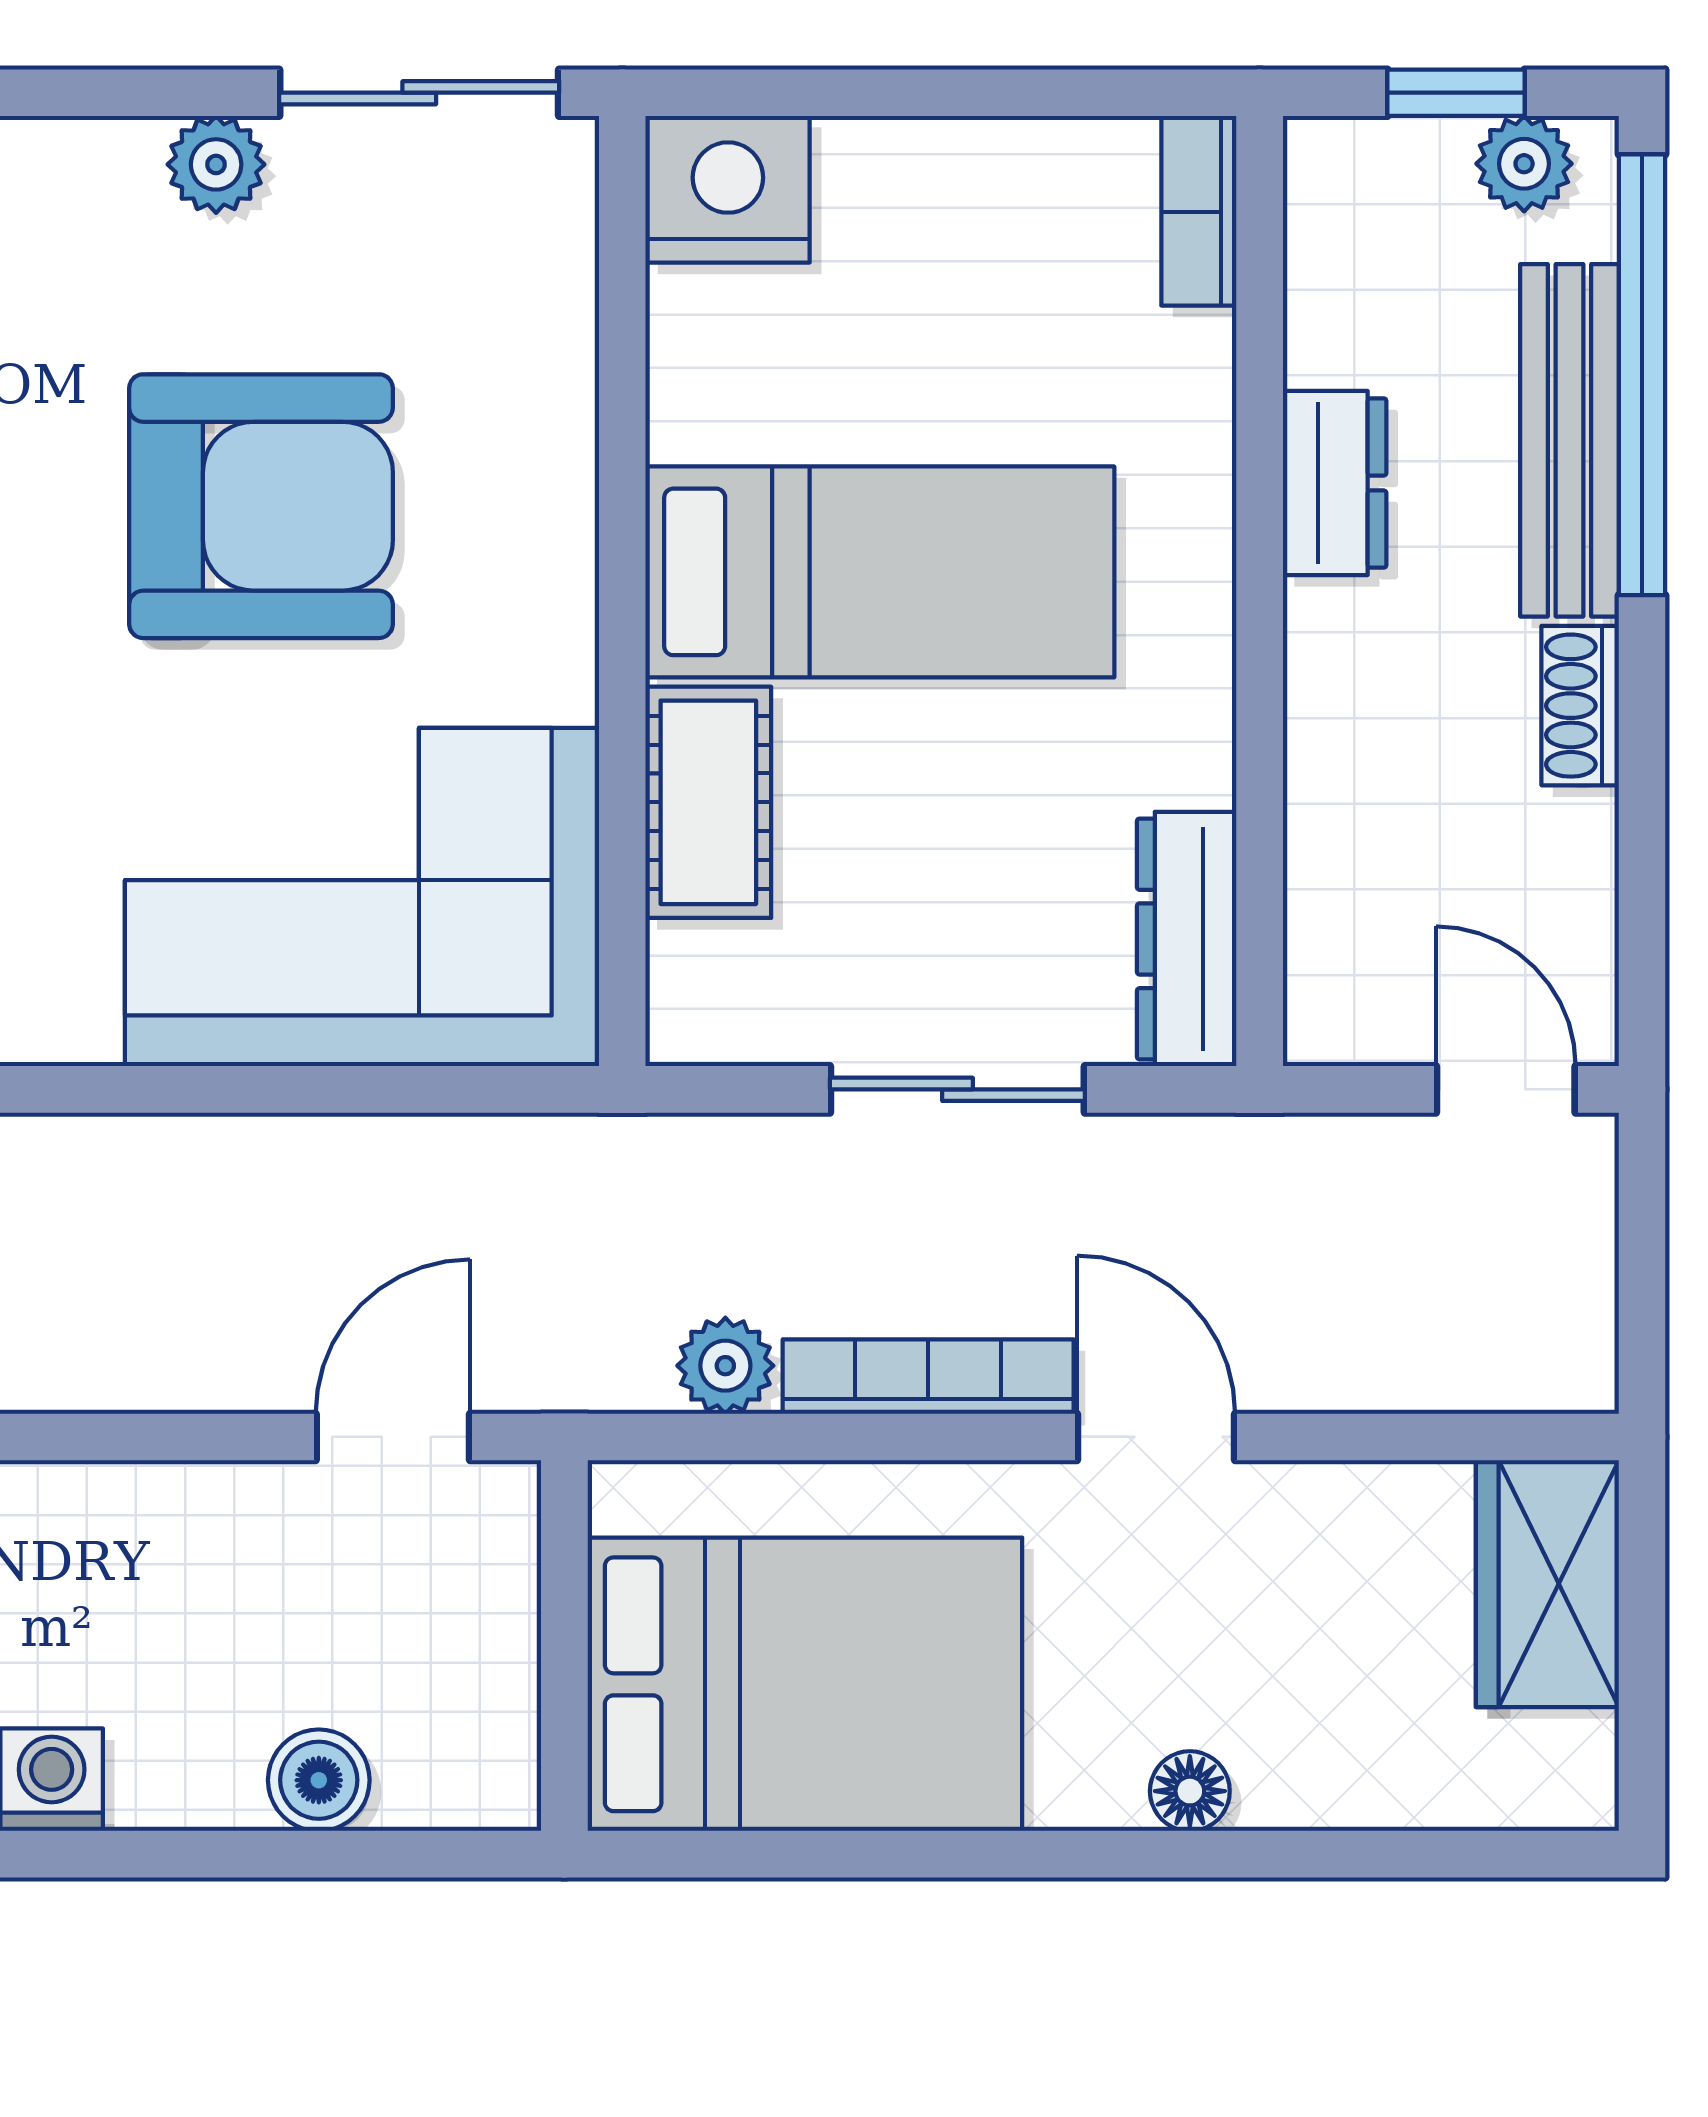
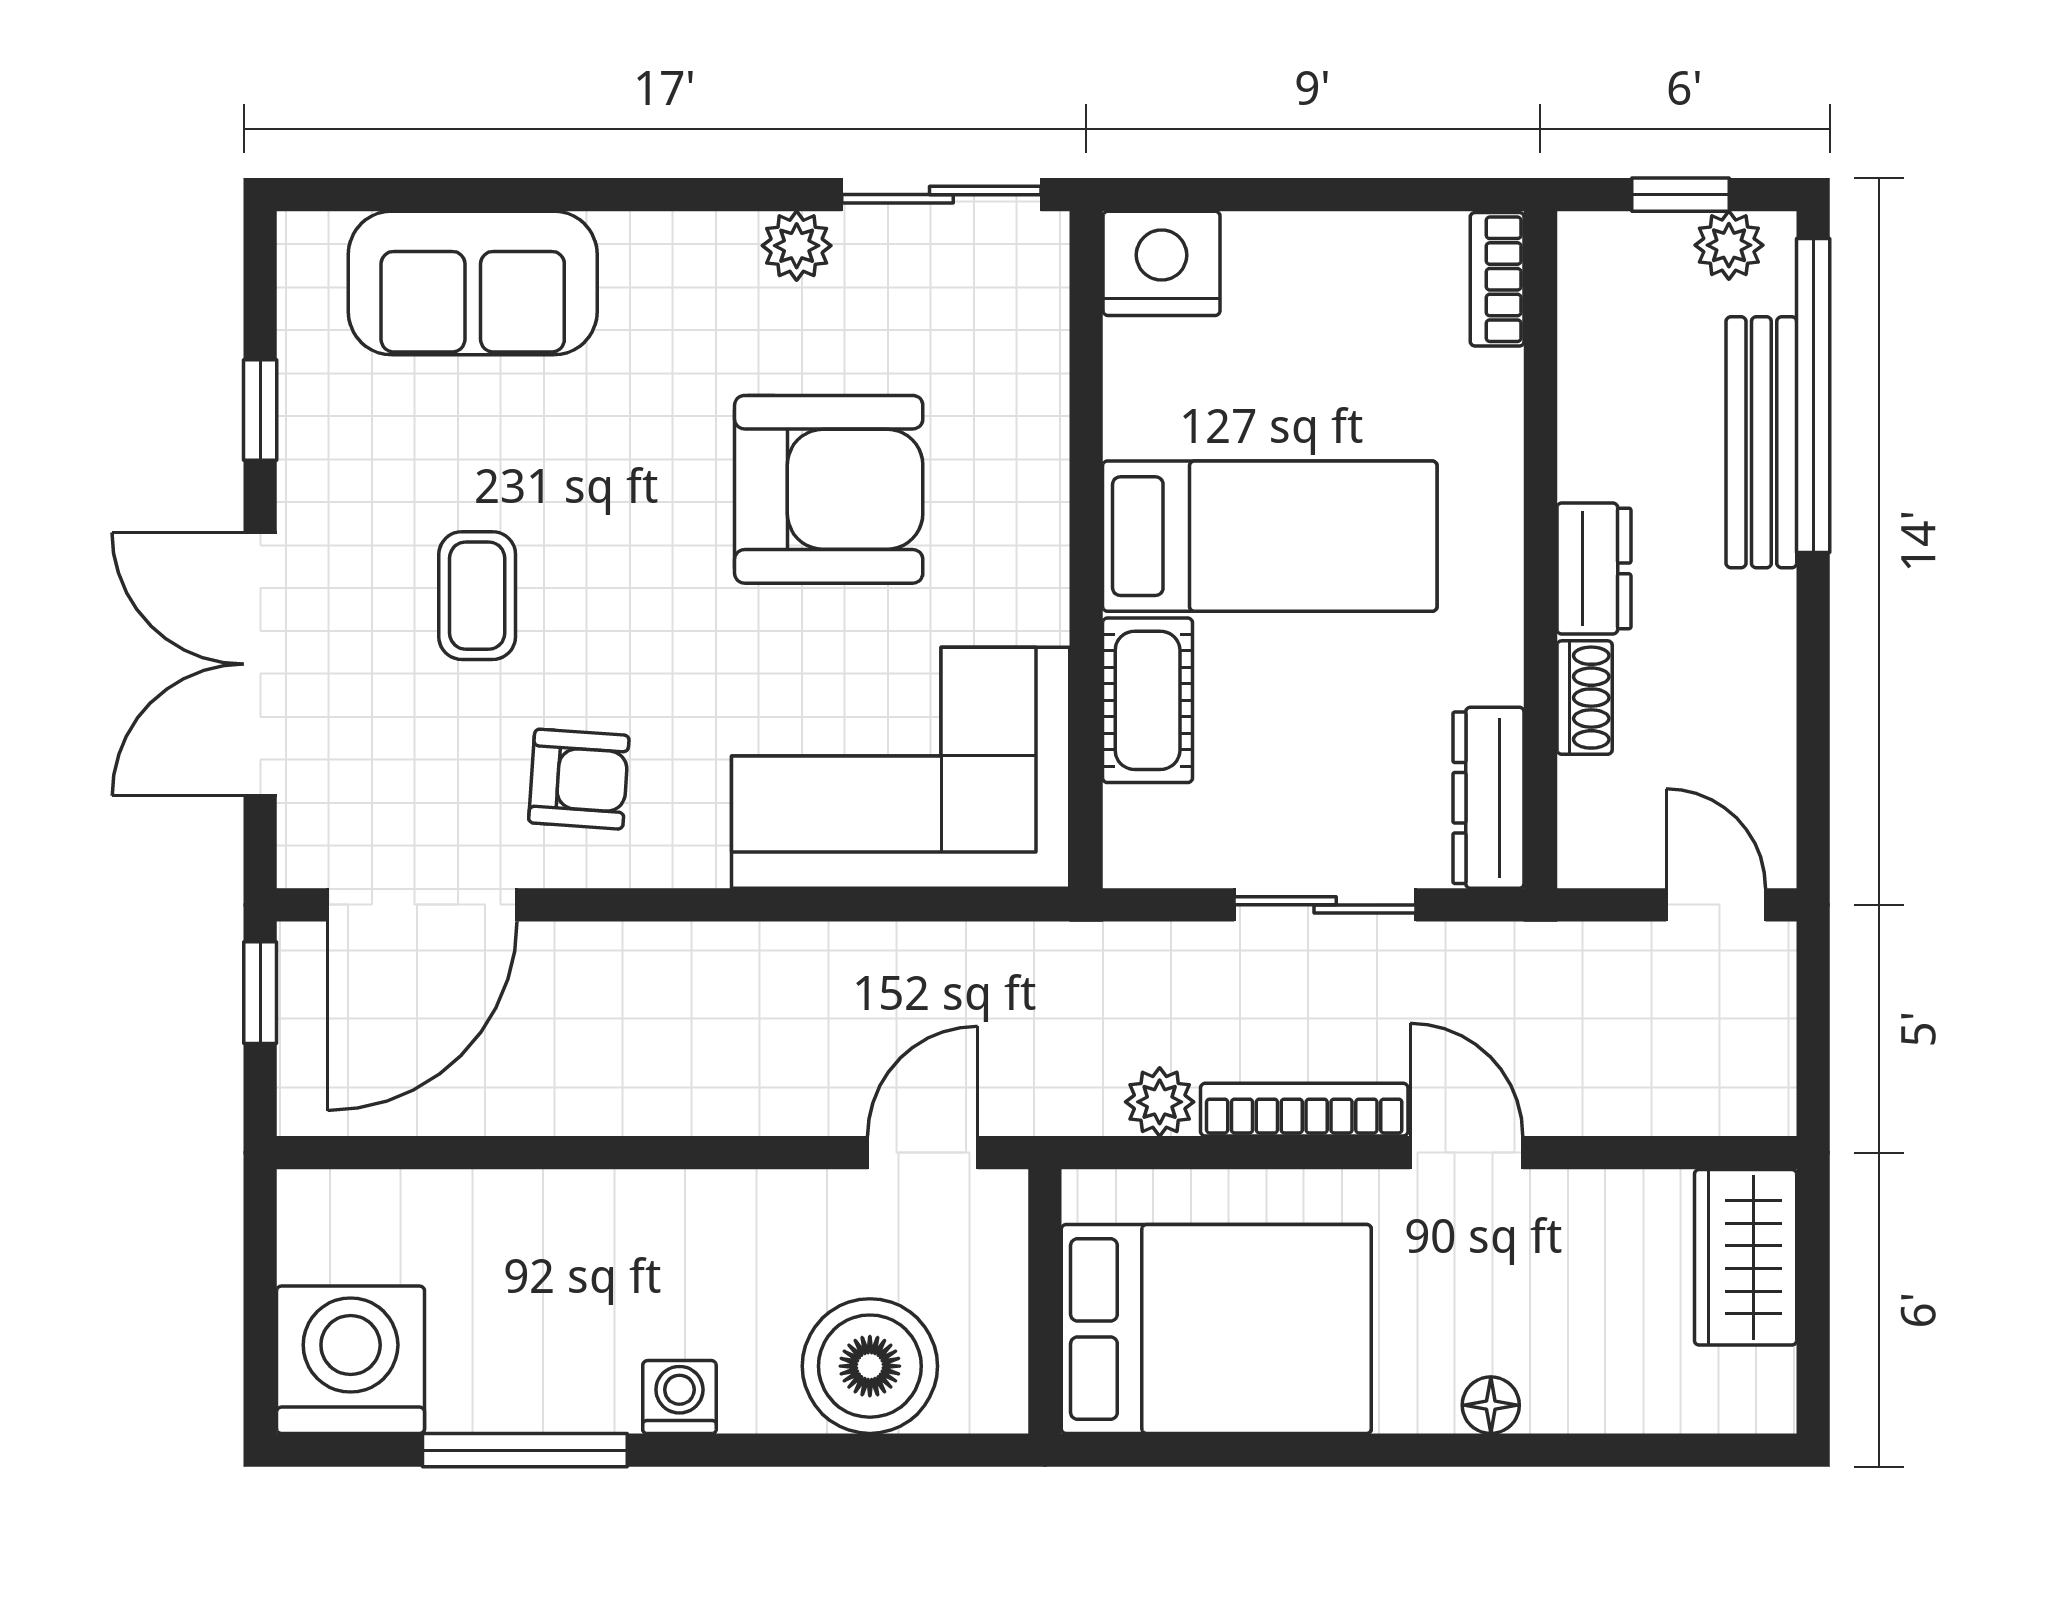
dresser: (1335, 483) -> (1594, 568), moved
shoe rack: (1580, 706) -> (1585, 698), moved, turned 180
boiler: (319, 1780) -> (870, 1366), width x1.86, depth x1.86

